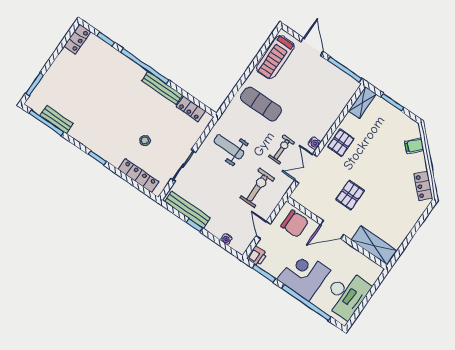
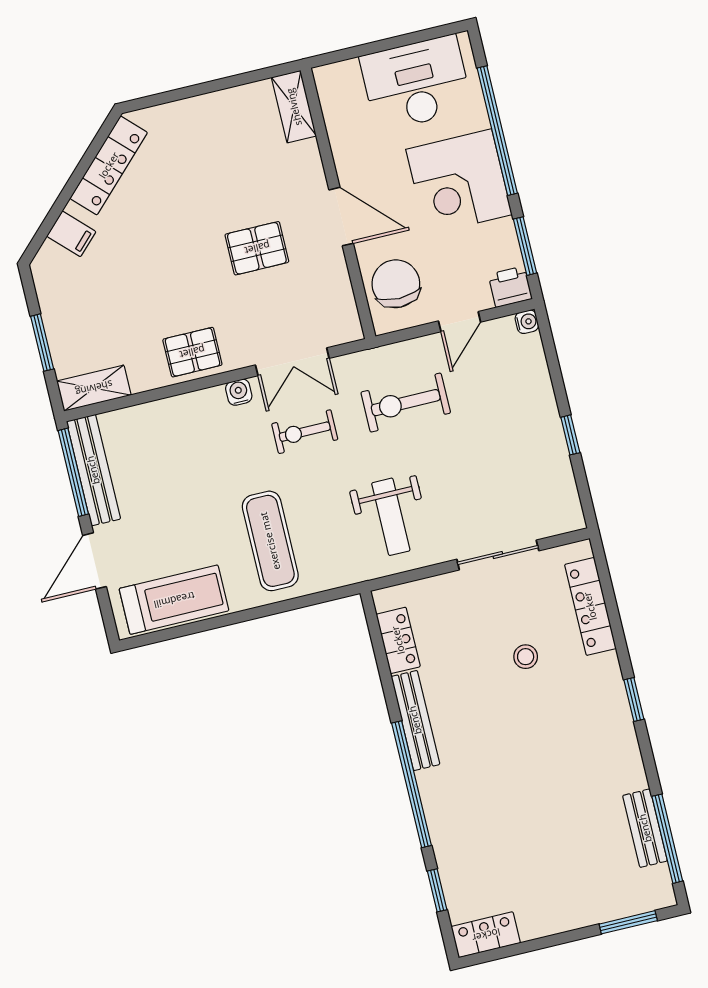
locker: (423, 186) -> (109, 165), width x1.53
bench: (187, 210) -> (93, 470), moved
water cooler: (226, 239) -> (527, 322), moved
shelving: (374, 246) -> (294, 107), width x0.67, depth x0.75

